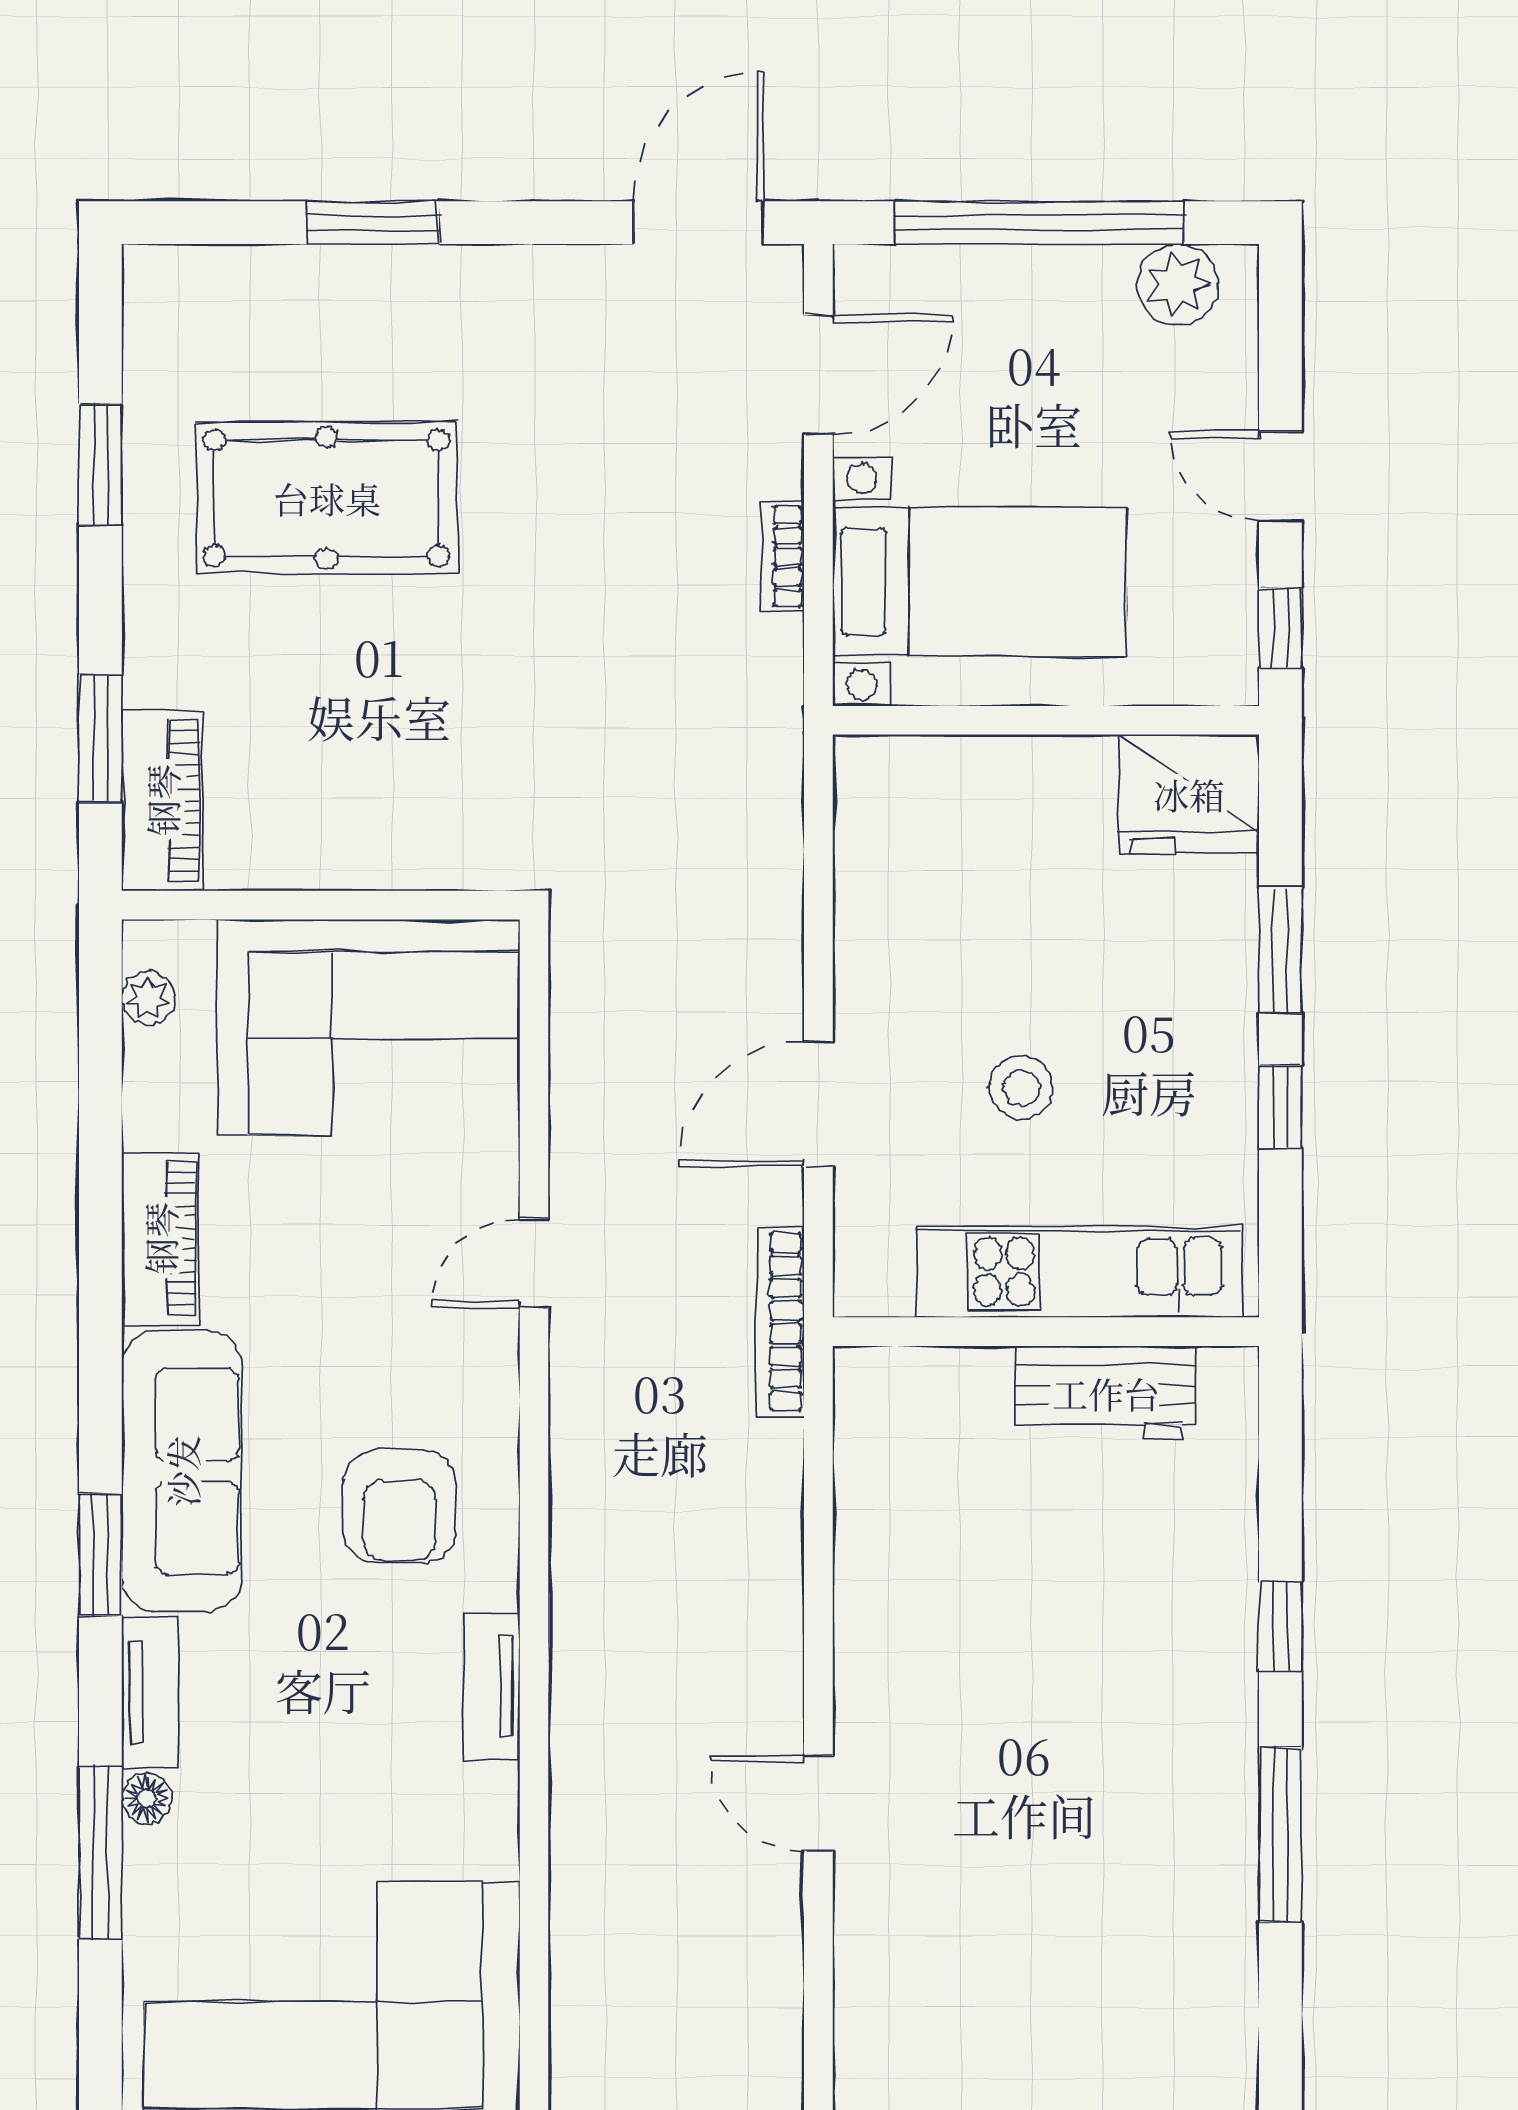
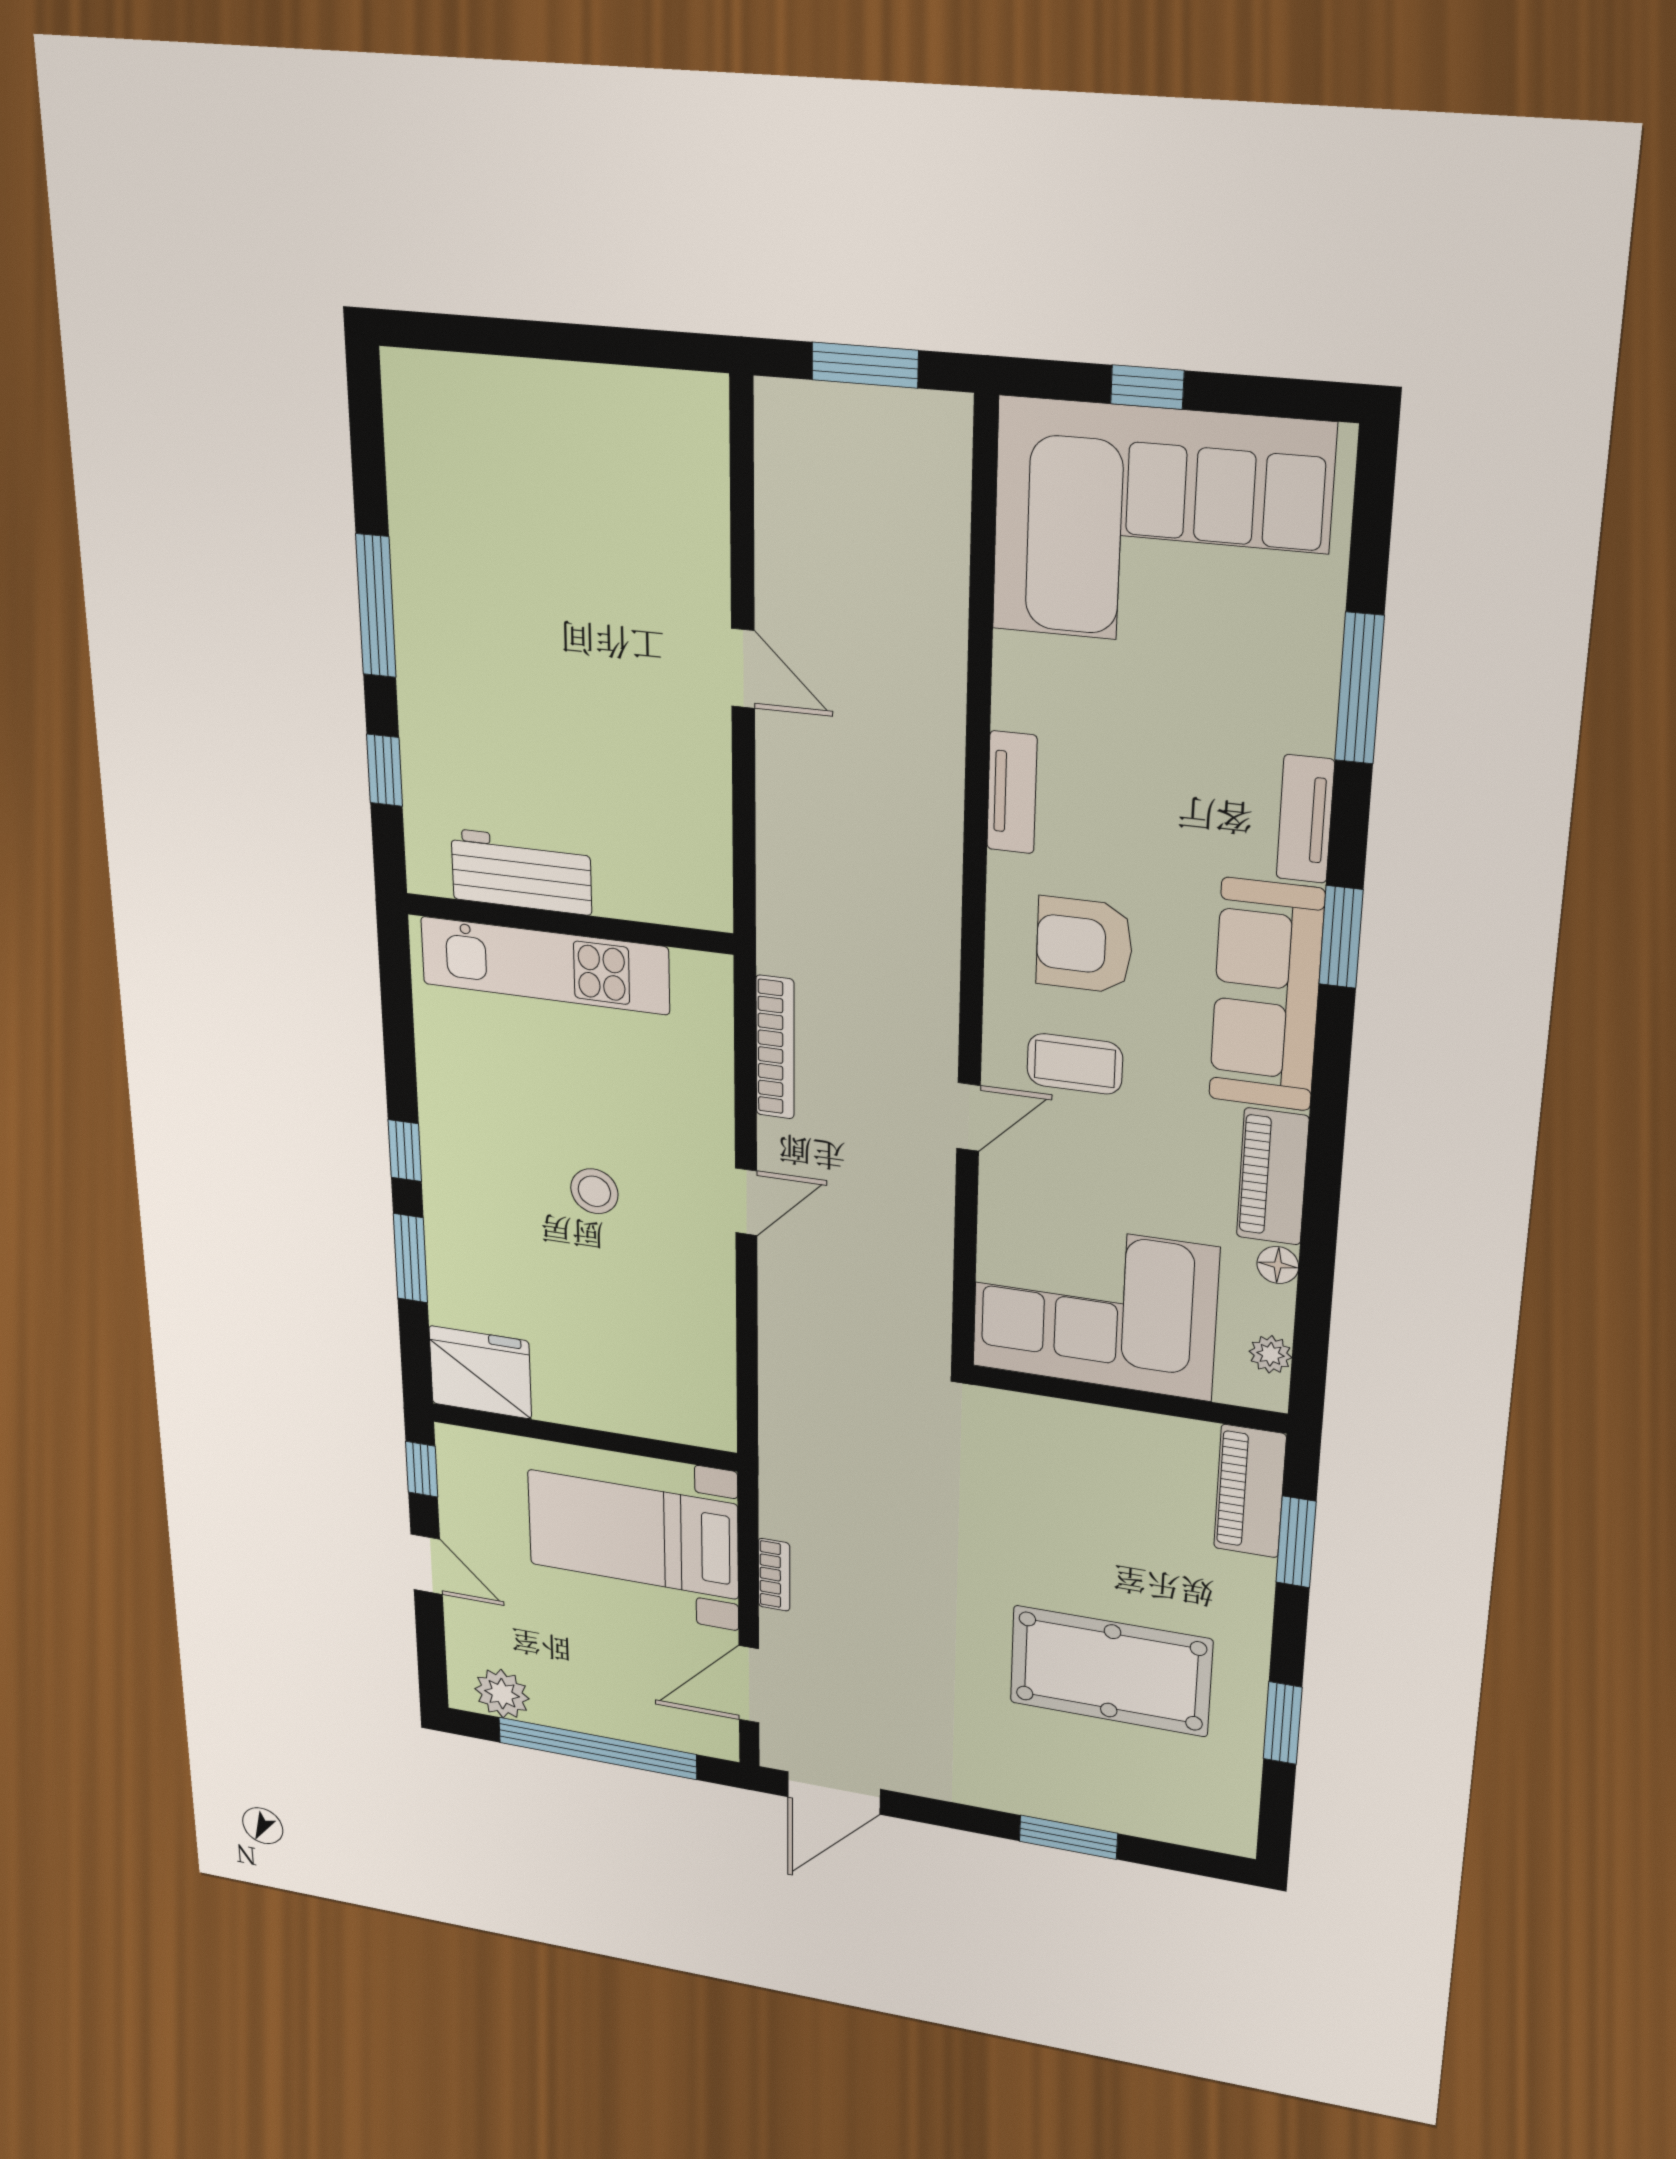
door: (818, 1104) -> (746, 1202), width x0.73
kitchen unit: (1079, 1271) -> (545, 965), moved
wall: (1046, 1332) -> (568, 924), moved
coffee table: (405, 1352) -> (1075, 1064), added
workbench: (1106, 1393) -> (521, 872), moved
armchair: (400, 1506) -> (1084, 945), turned -90
floor lamp: (147, 1799) -> (1278, 1265), moved

